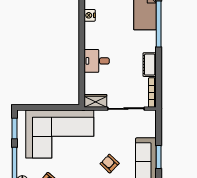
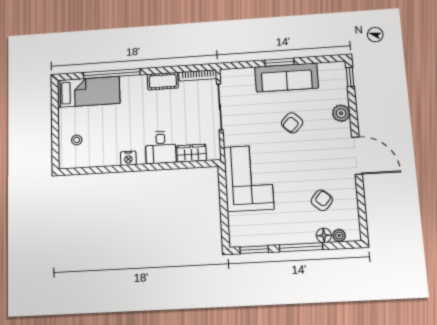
nightstand: (90, 15) -> (128, 158), moved
wardrobe: (95, 101) -> (192, 153), moved, turned 90
corner sofa: (60, 134) -> (249, 178), width x0.73, depth x0.74

